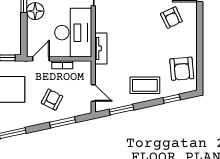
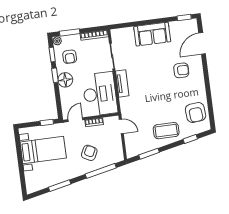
armchair: (171, 18) -> (181, 70), turned -65
tv unit: (101, 48) -> (122, 83), moved
door: (93, 93) -> (121, 126), moved
window: (63, 122) -> (101, 171), width x1.44

